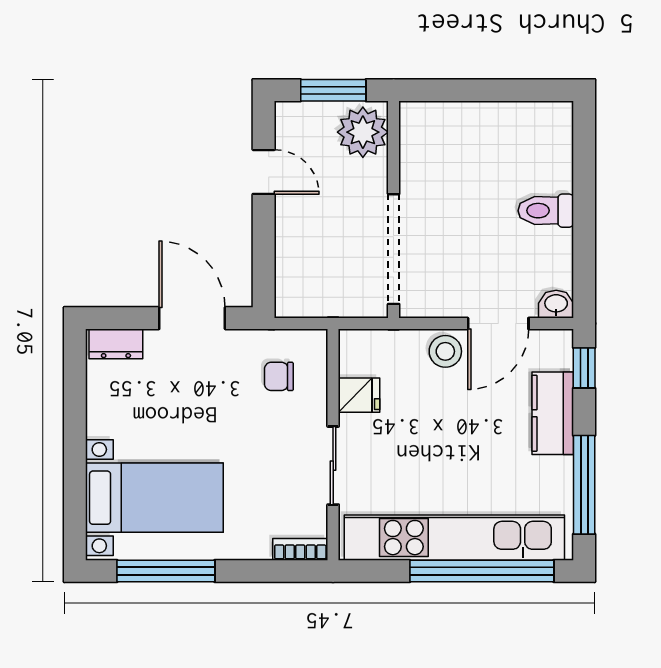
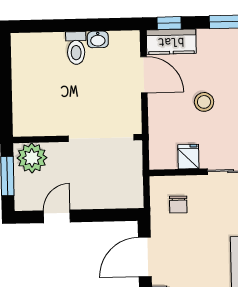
washbasin: (556, 304) -> (98, 39), moved, turned -90
stool: (445, 351) -> (204, 102), moved
kitchen counter: (553, 413) -> (171, 42), moved

